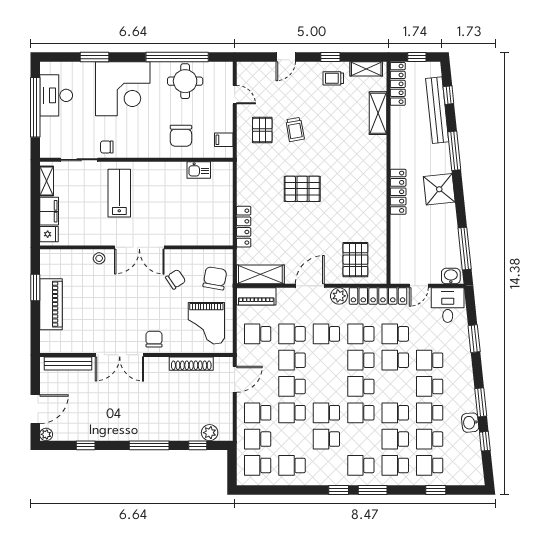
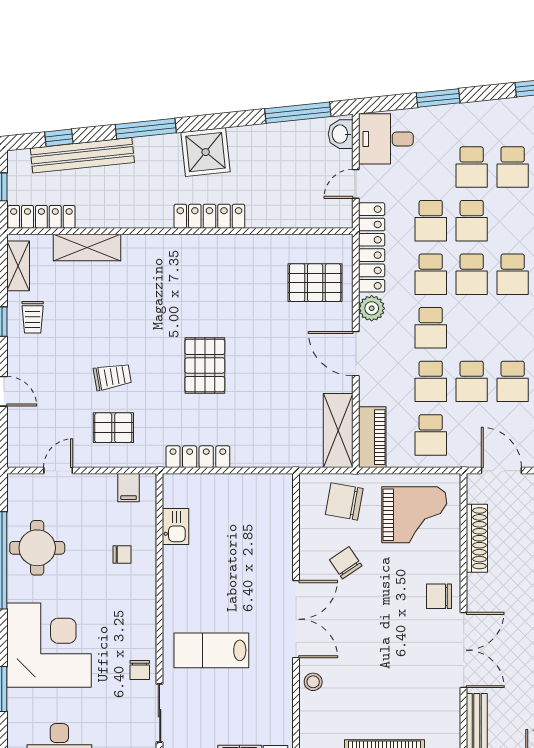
chair: (181, 136) -> (122, 554), width x0.54, depth x0.54
locker: (244, 227) -> (198, 457), moved
door: (419, 286) -> (356, 184), swing flipped

